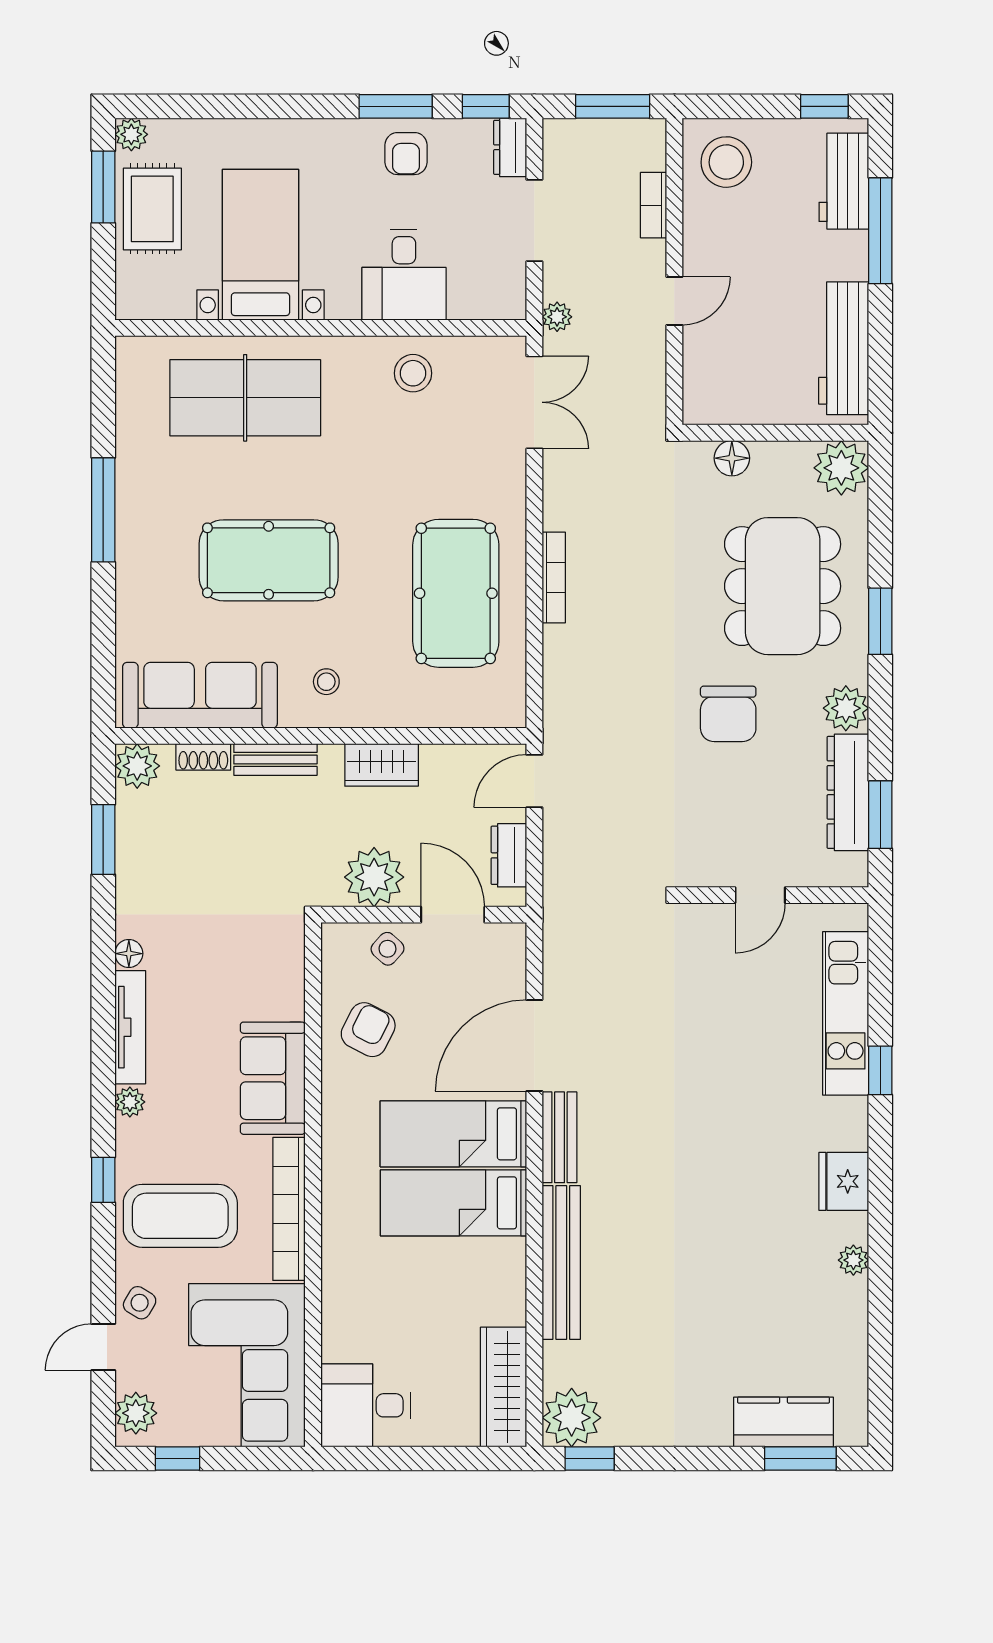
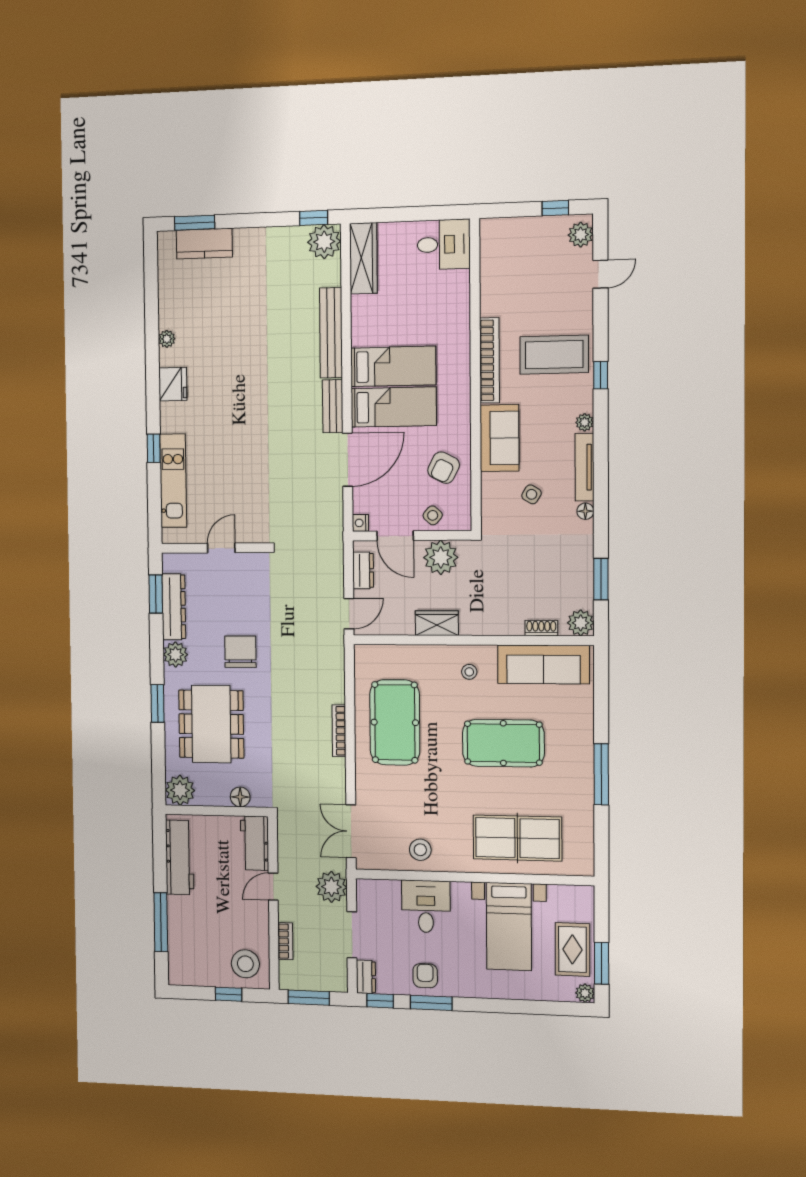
window: (824, 106) -> (229, 994), moved
workbench: (844, 181) -> (255, 843), moved, turned 180
plant: (557, 317) -> (331, 887), width x1.88, depth x1.88
bench: (275, 759) -> (499, 626), removed
nightstand: (513, 937) -> (360, 523), added
side table: (140, 1303) -> (532, 494), moved
corner sofa: (247, 1365) -> (514, 266), removed

